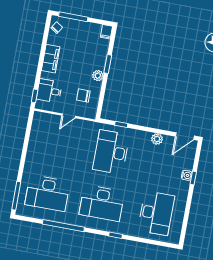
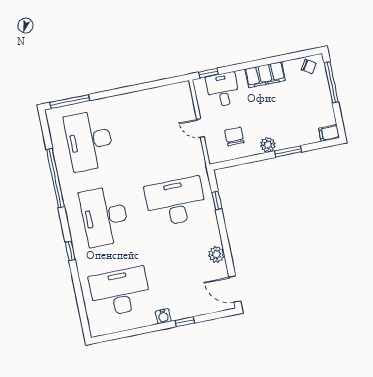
water cooler: (187, 175) -> (163, 316), moved
desk: (156, 213) -> (120, 292), turned 180

